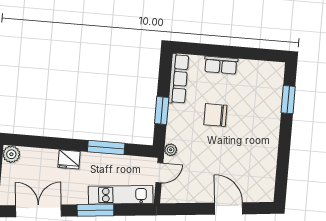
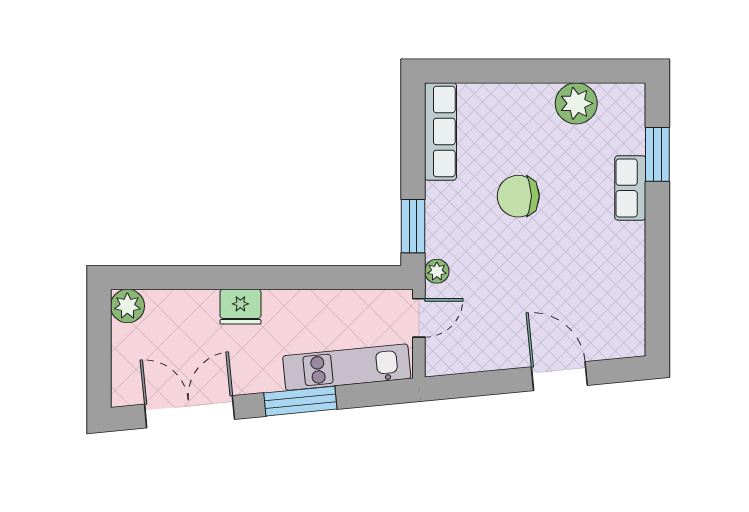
row of seats: (221, 65) -> (630, 188), moved, turned 90
plant: (249, 70) -> (576, 103), added
window: (162, 110) -> (413, 226), moved
window: (106, 148) -> (311, 277), removed

